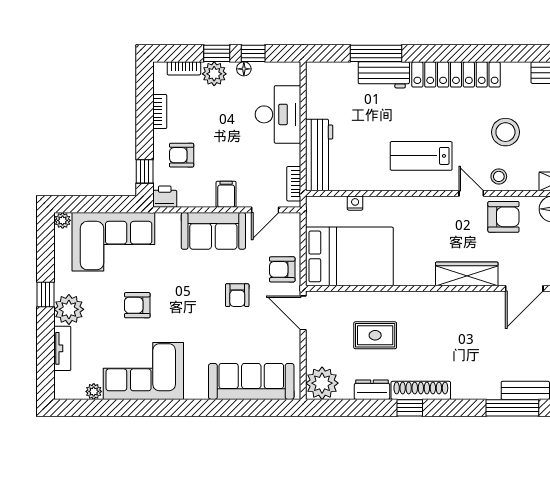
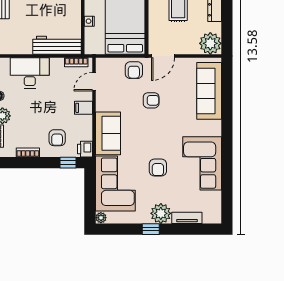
door: (265, 210) -> (94, 82), swing flipped
sofa: (213, 231) -> (108, 133), moved
plant: (94, 391) -> (216, 197), removed

